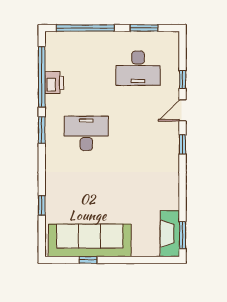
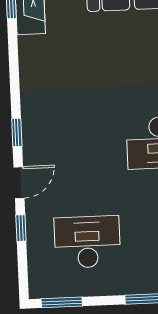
window: (144, 28) -> (62, 302), moved

